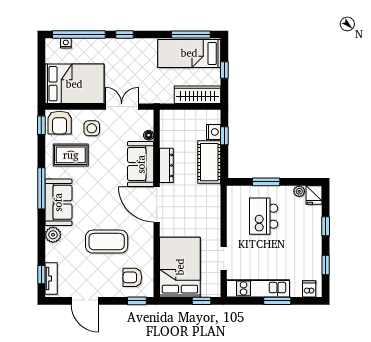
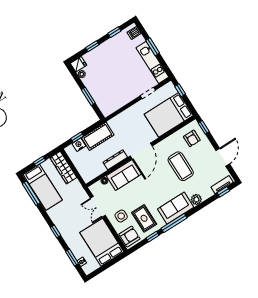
window: (79, 34) -> (72, 257), width x0.47
window: (41, 125) -> (152, 237), moved
kitchen island: (264, 216) -> (109, 85), removed

